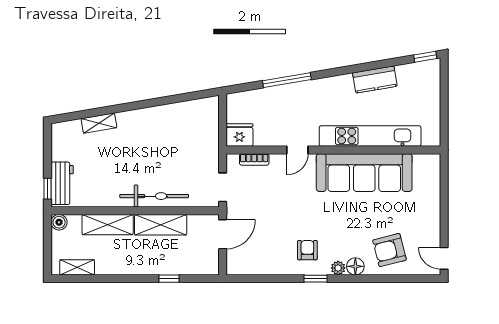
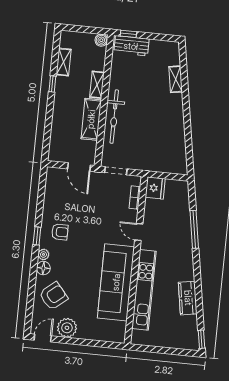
shelving: (108, 225) -> (97, 85), width x0.67, depth x0.75
plant: (428, 229) -> (67, 328), added
armchair: (389, 250) -> (53, 296), turned 64
shelving: (77, 267) -> (64, 62), moved
window: (169, 279) -> (52, 84), moved

